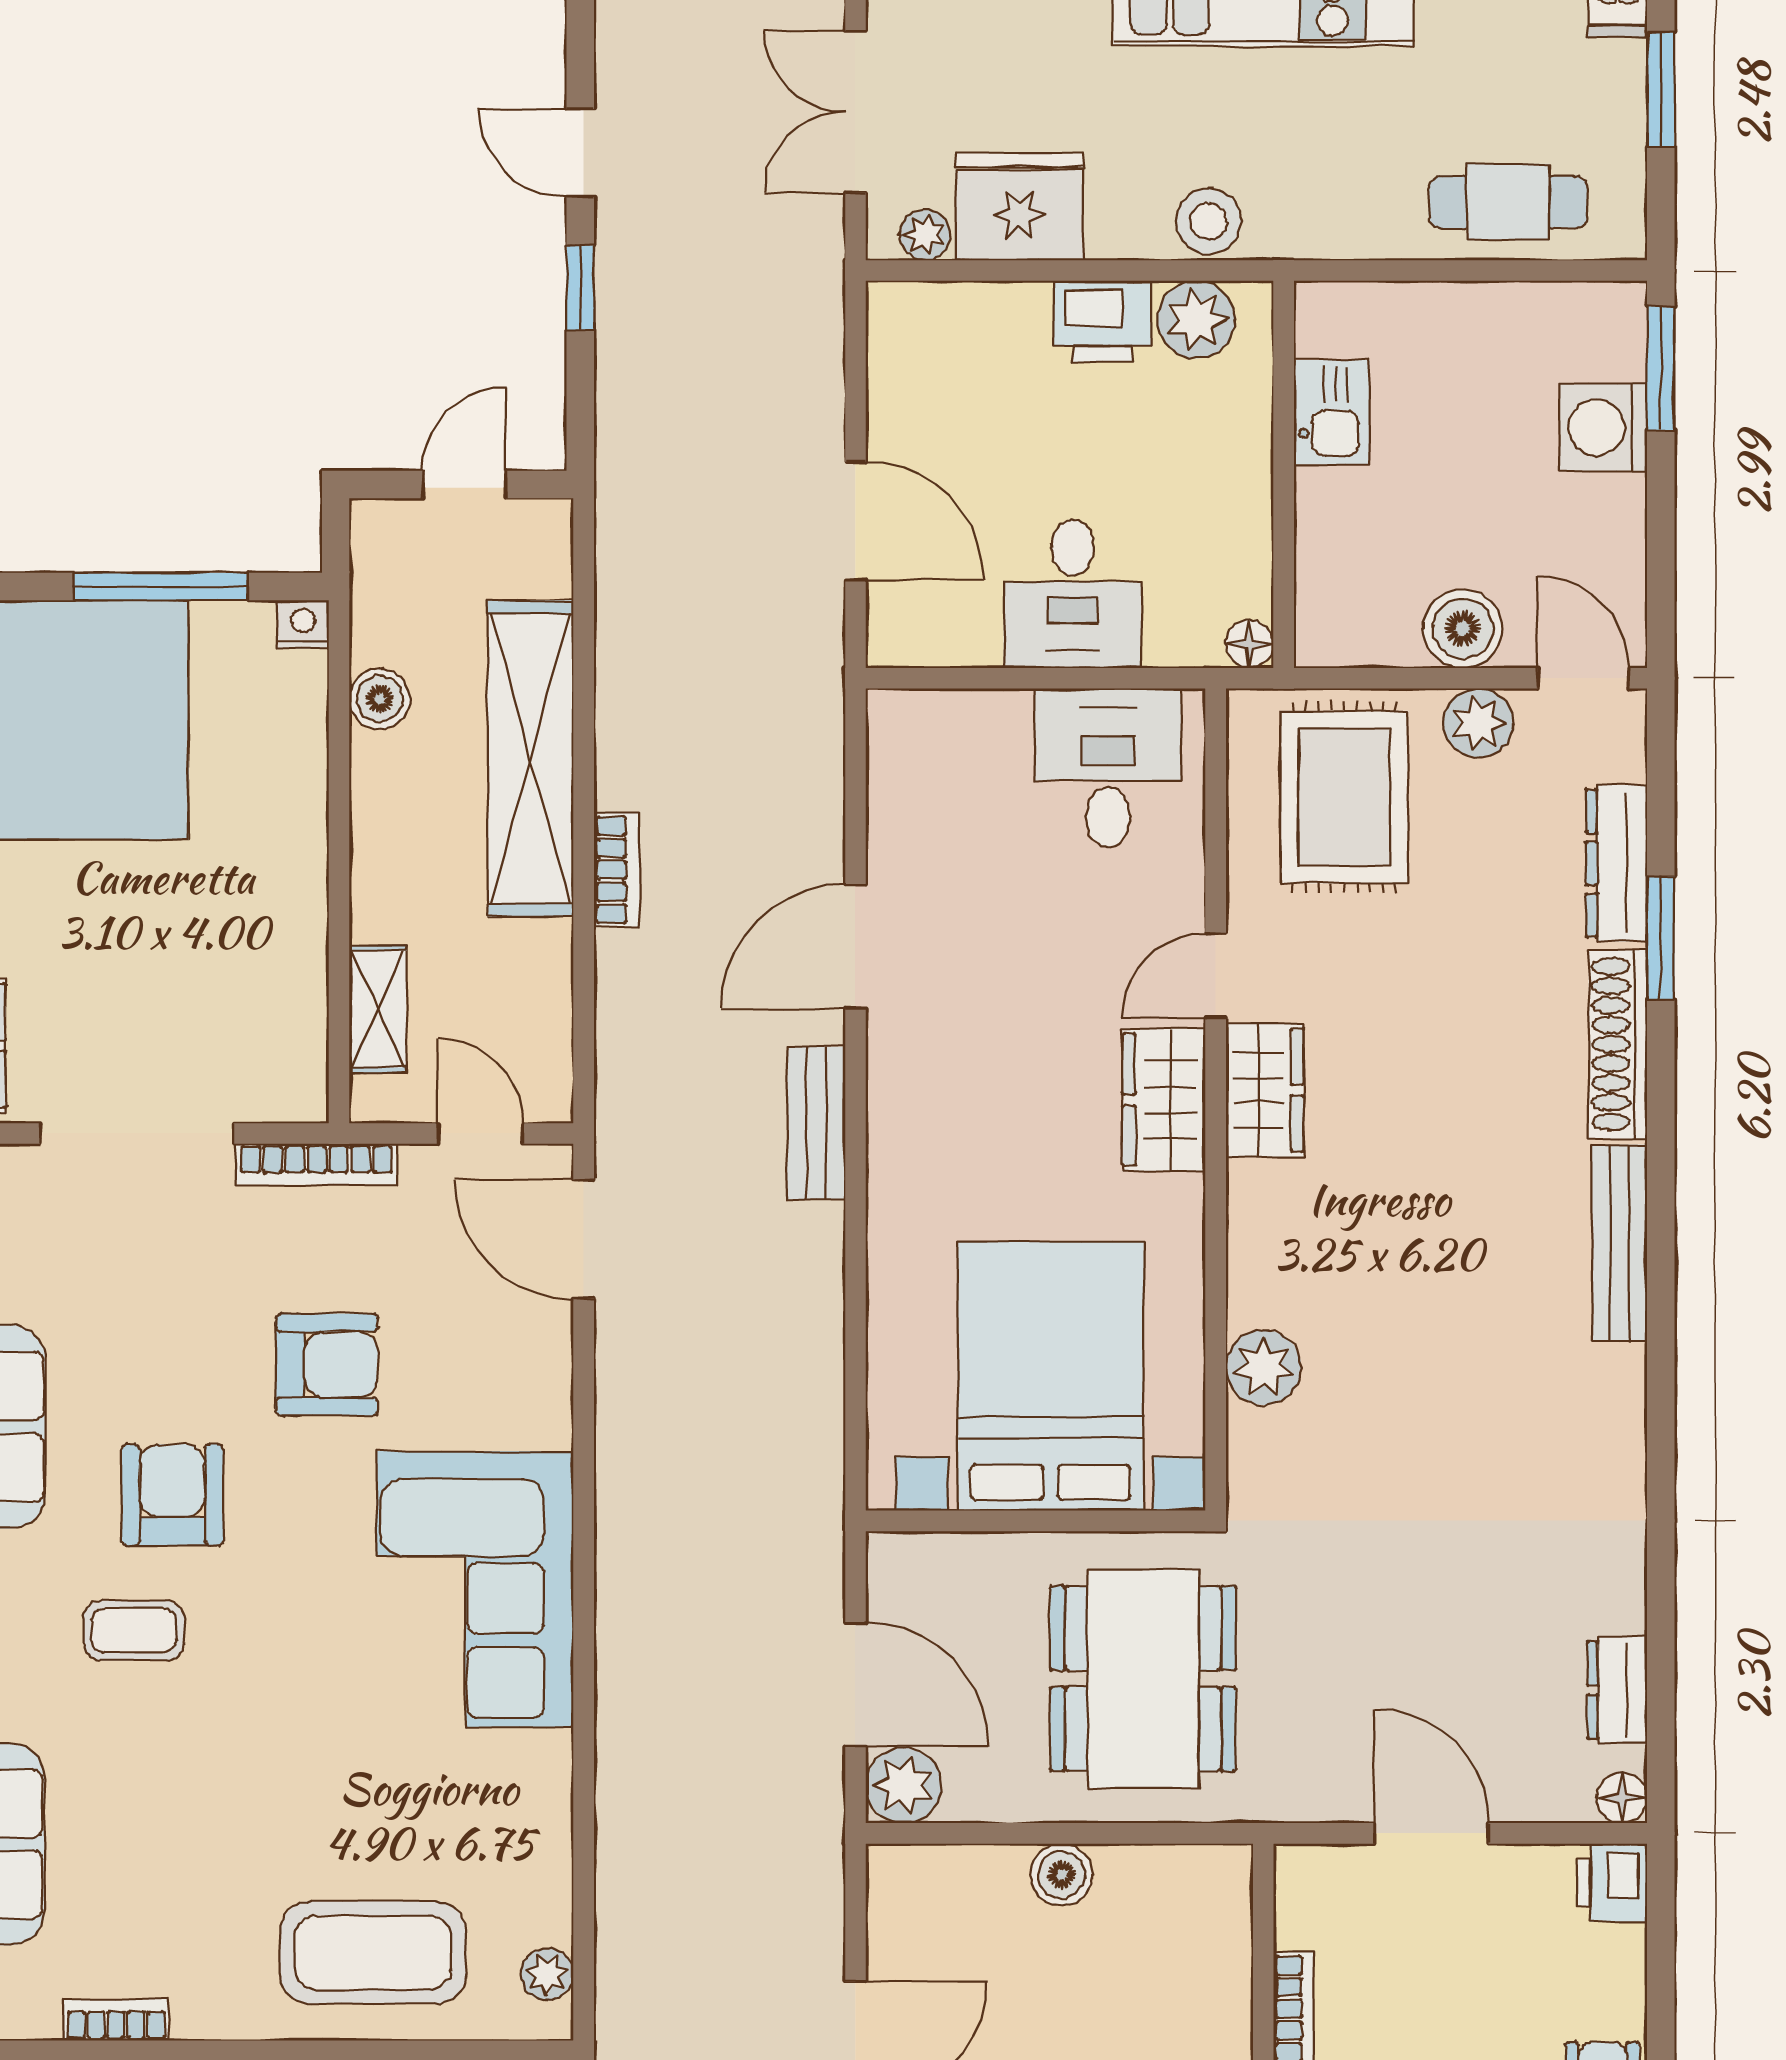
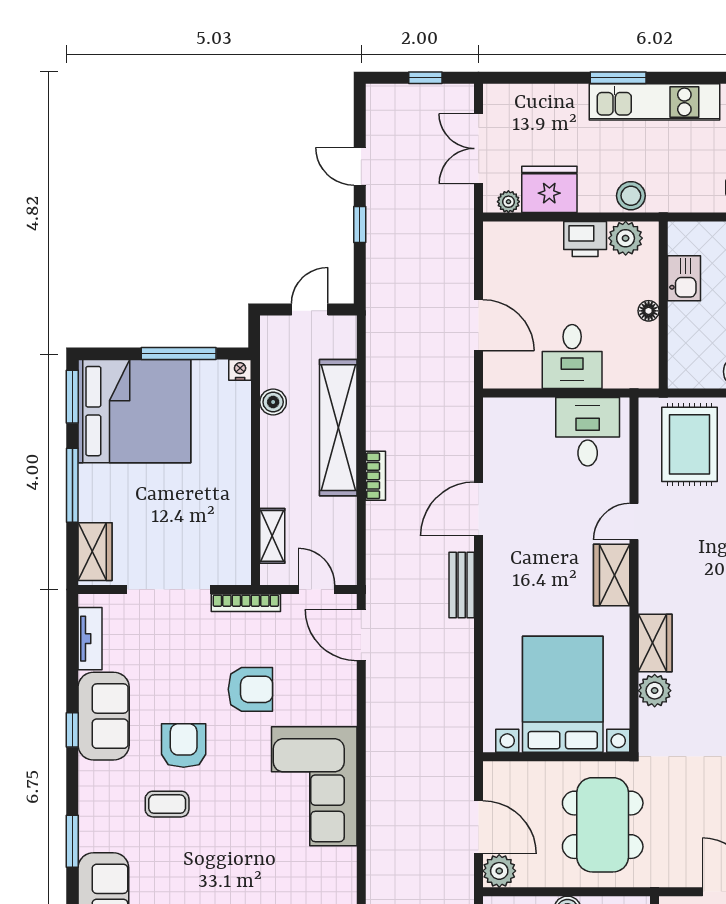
floor lamp: (1249, 644) -> (649, 311), moved
wardrobe: (1265, 1090) -> (655, 643), moved

